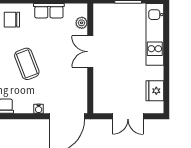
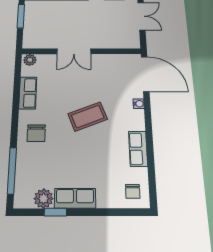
plant: (82, 23) -> (30, 60), moved

